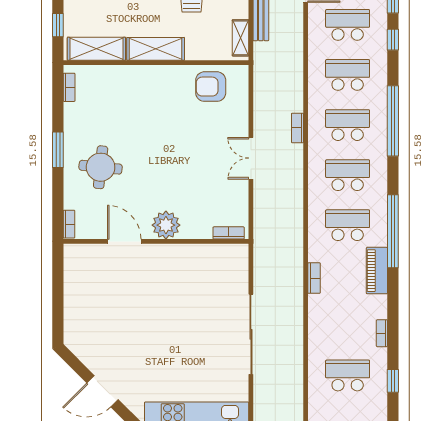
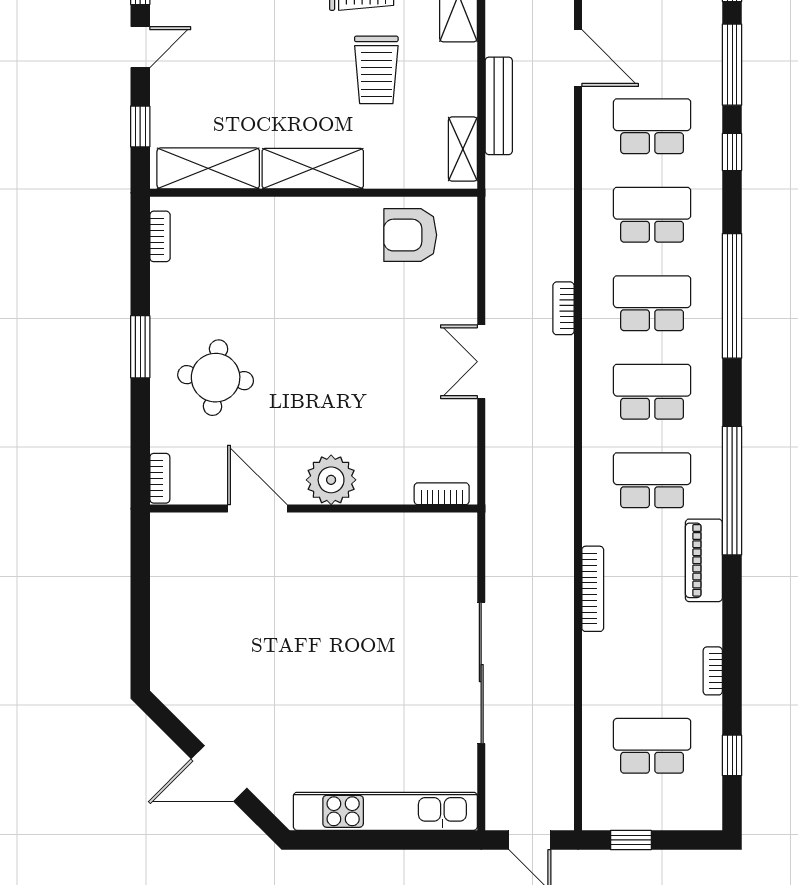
bookcase: (314, 278) -> (593, 589), width x1.56

